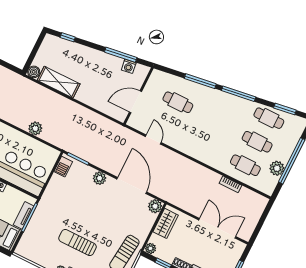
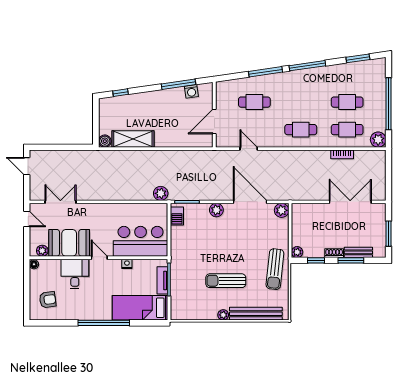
cafe table: (269, 118) -> (301, 130), moved
plant: (35, 128) -> (161, 193), moved
plant: (277, 168) -> (378, 140), moved
wardrobe: (166, 223) -> (299, 222), removed

